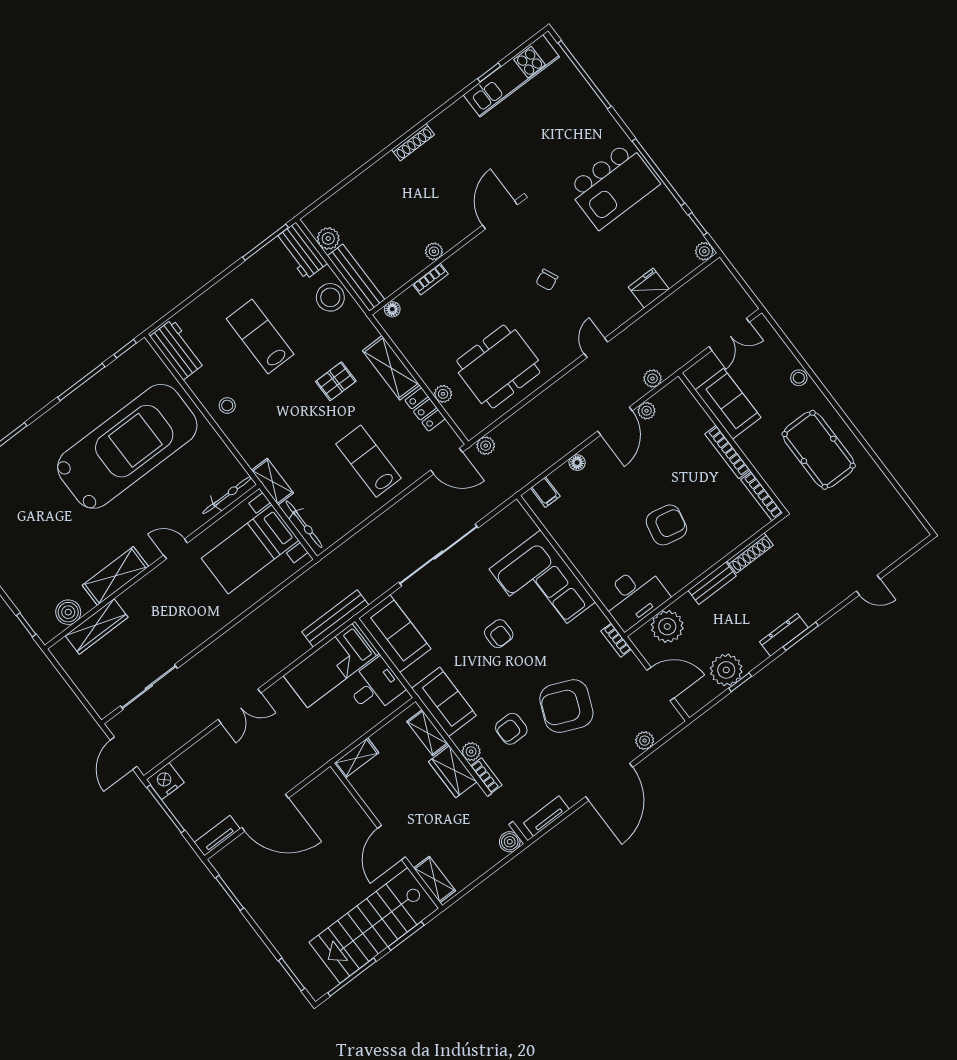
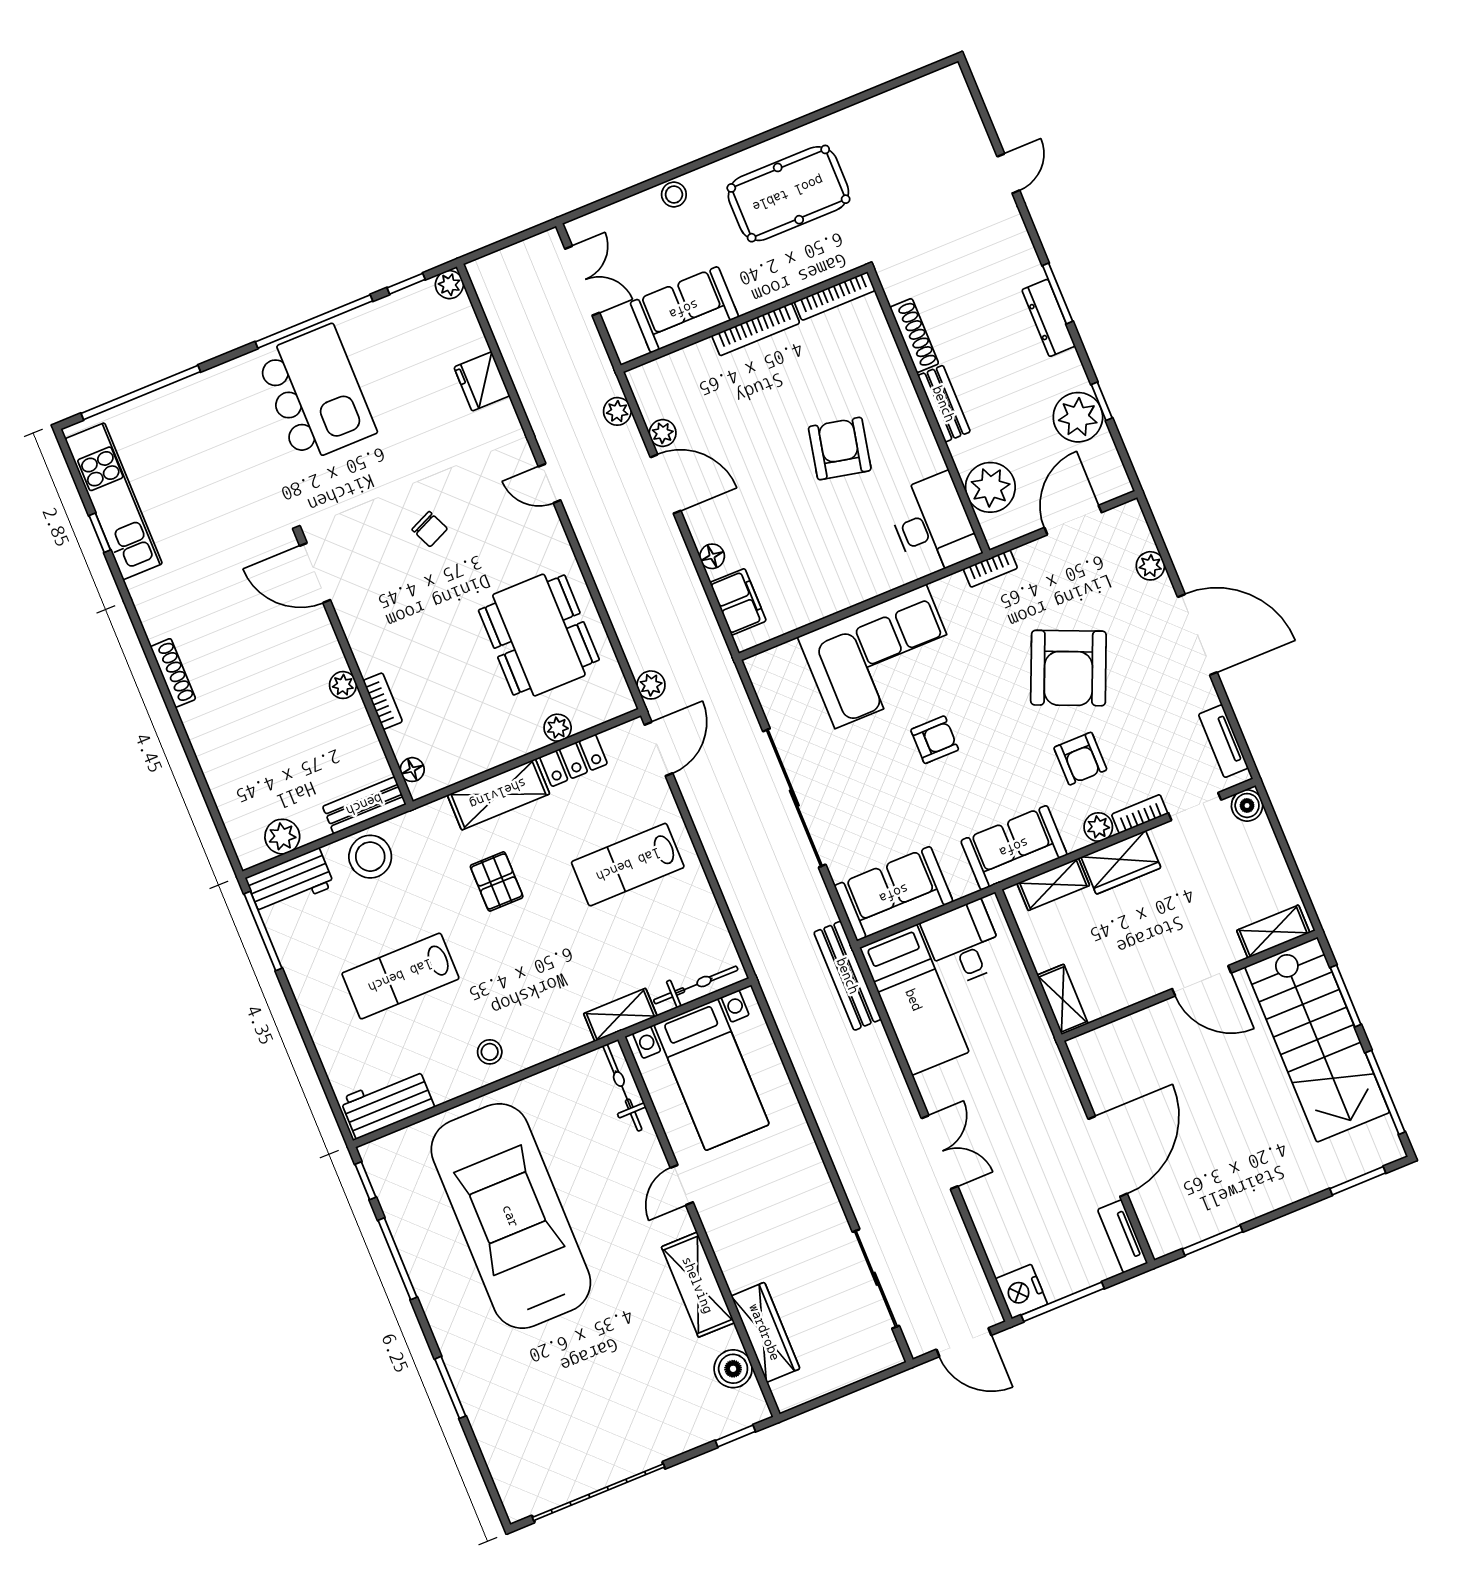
bench: (356, 278) -> (364, 805), width x0.73
filing cabinet: (545, 492) -> (738, 602), width x2.00

